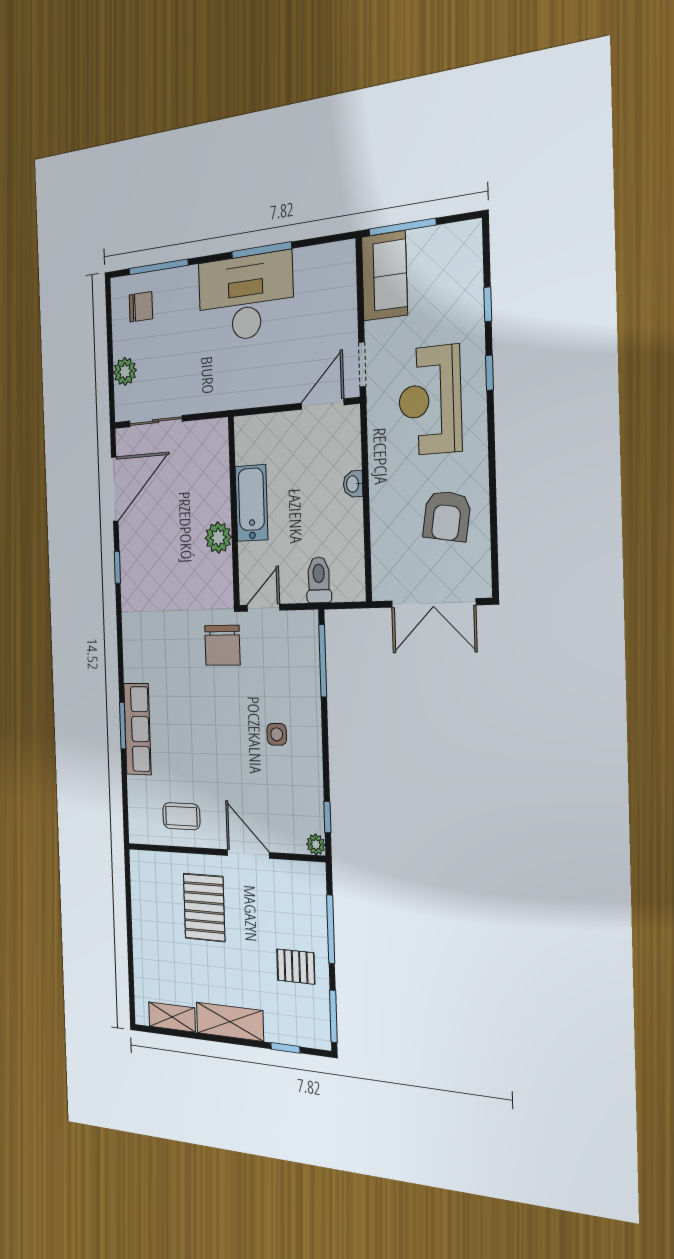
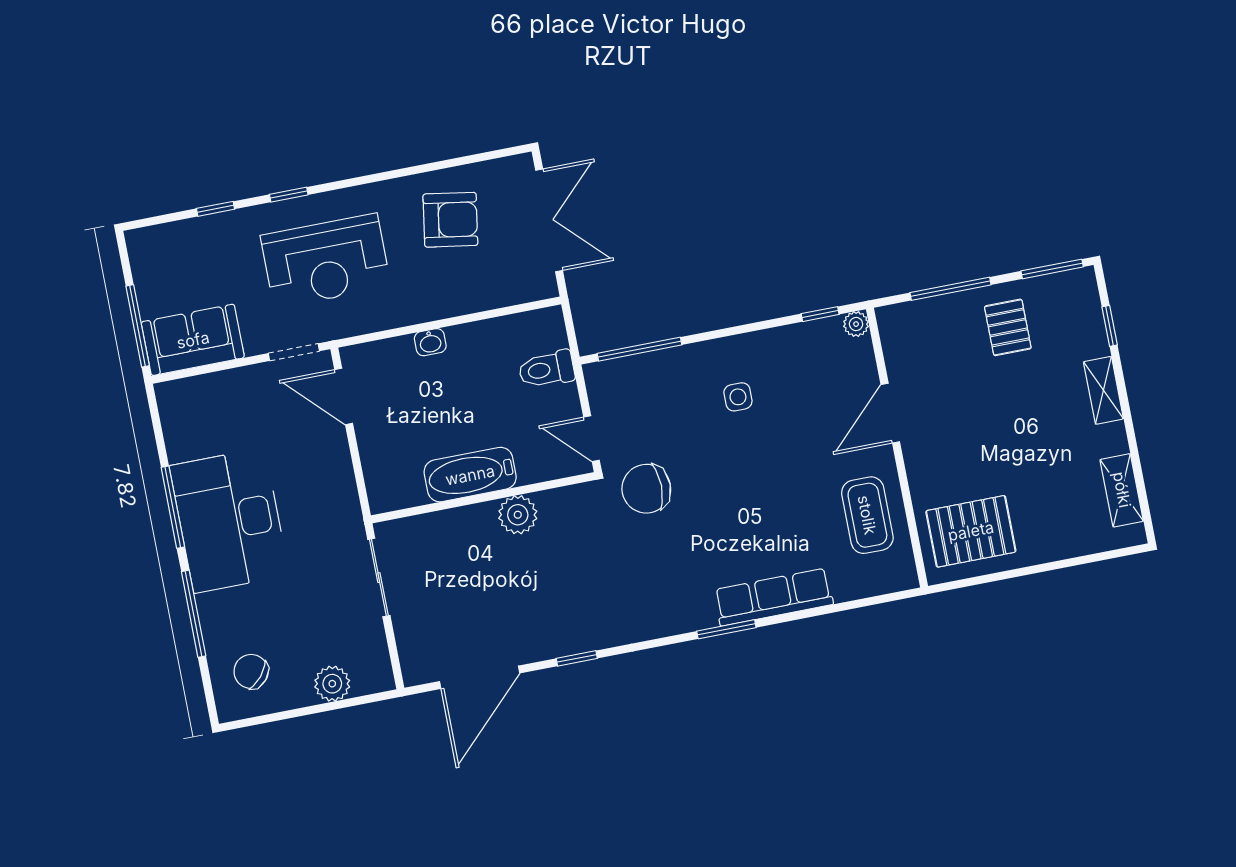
window: (158, 267) -> (194, 614), moved
chair: (141, 307) -> (251, 671), turned -50
sliding door: (156, 421) -> (379, 578), moved
door: (115, 489) -> (480, 677), swing flipped
chair: (222, 645) -> (646, 489), turned 180
window: (123, 726) -> (726, 629), moved
coffee table: (181, 816) -> (867, 515), width x1.36, depth x1.30
pallet: (204, 907) -> (971, 531), moved
shelving: (230, 1022) -> (1103, 390), width x0.67, depth x0.75

